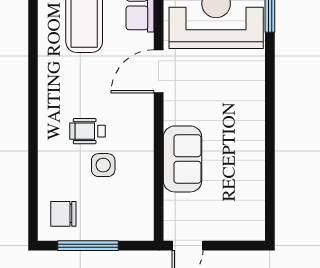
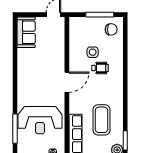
door: (159, 71) -> (67, 82), moved
sofa: (182, 159) -> (26, 32), moved, turned 180

